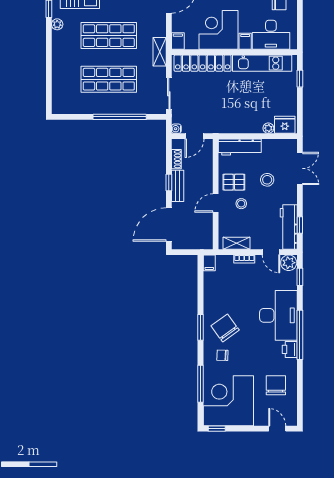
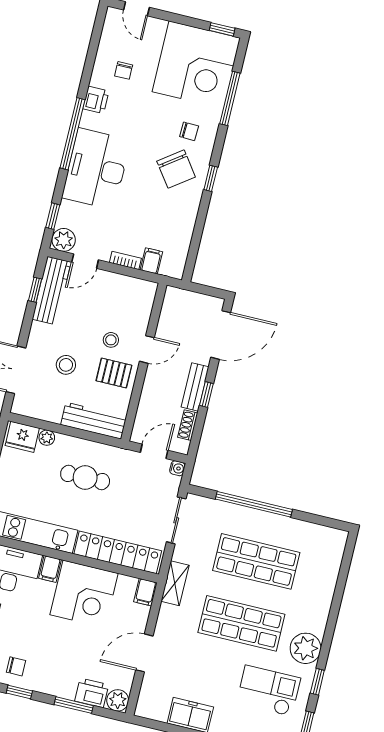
plant: (57, 24) -> (306, 648), width x1.87, depth x1.87
cafe table: (236, 108) -> (85, 477), added
shelving: (237, 243) -> (131, 285), removed
door: (271, 252) -> (85, 261), swing flipped
filing cabinet: (209, 263) -> (151, 261), moved
window: (200, 327) -> (211, 178), width x0.67
printer: (290, 349) -> (96, 100), moved
chair: (276, 385) -> (124, 70), width x0.54, depth x0.54

